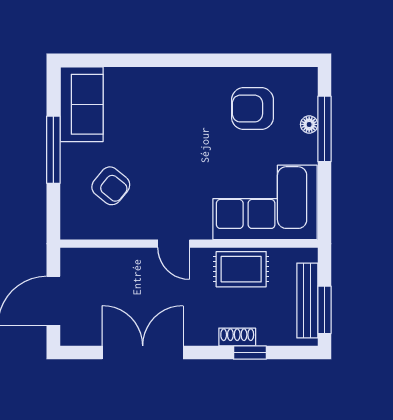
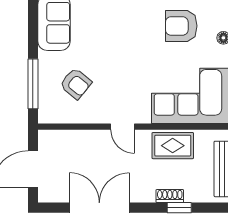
window: (53, 150) -> (33, 84), moved

